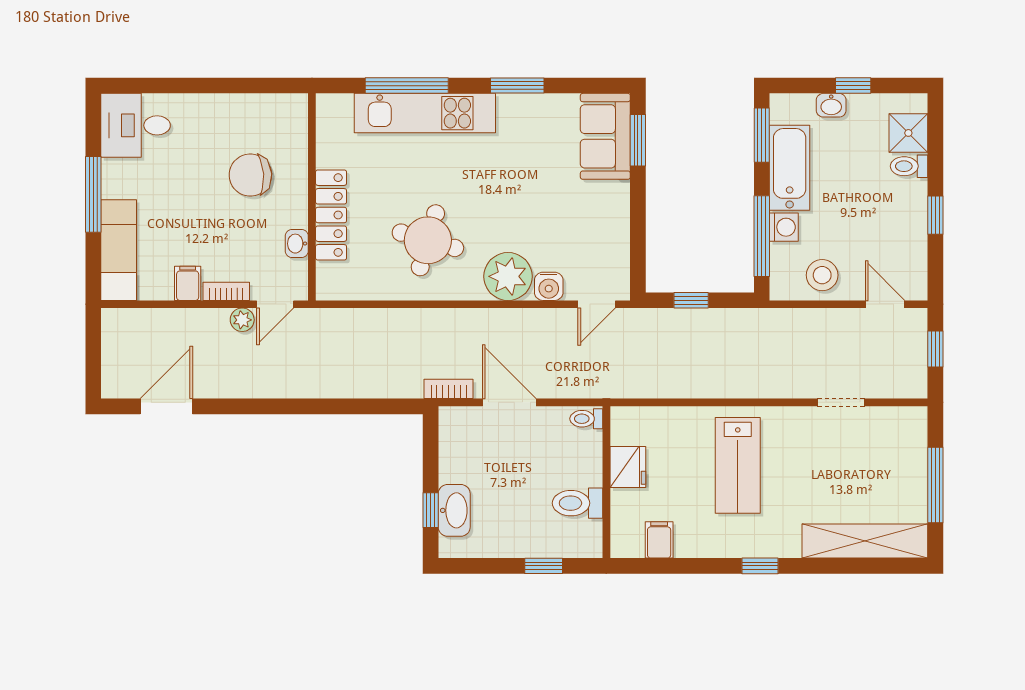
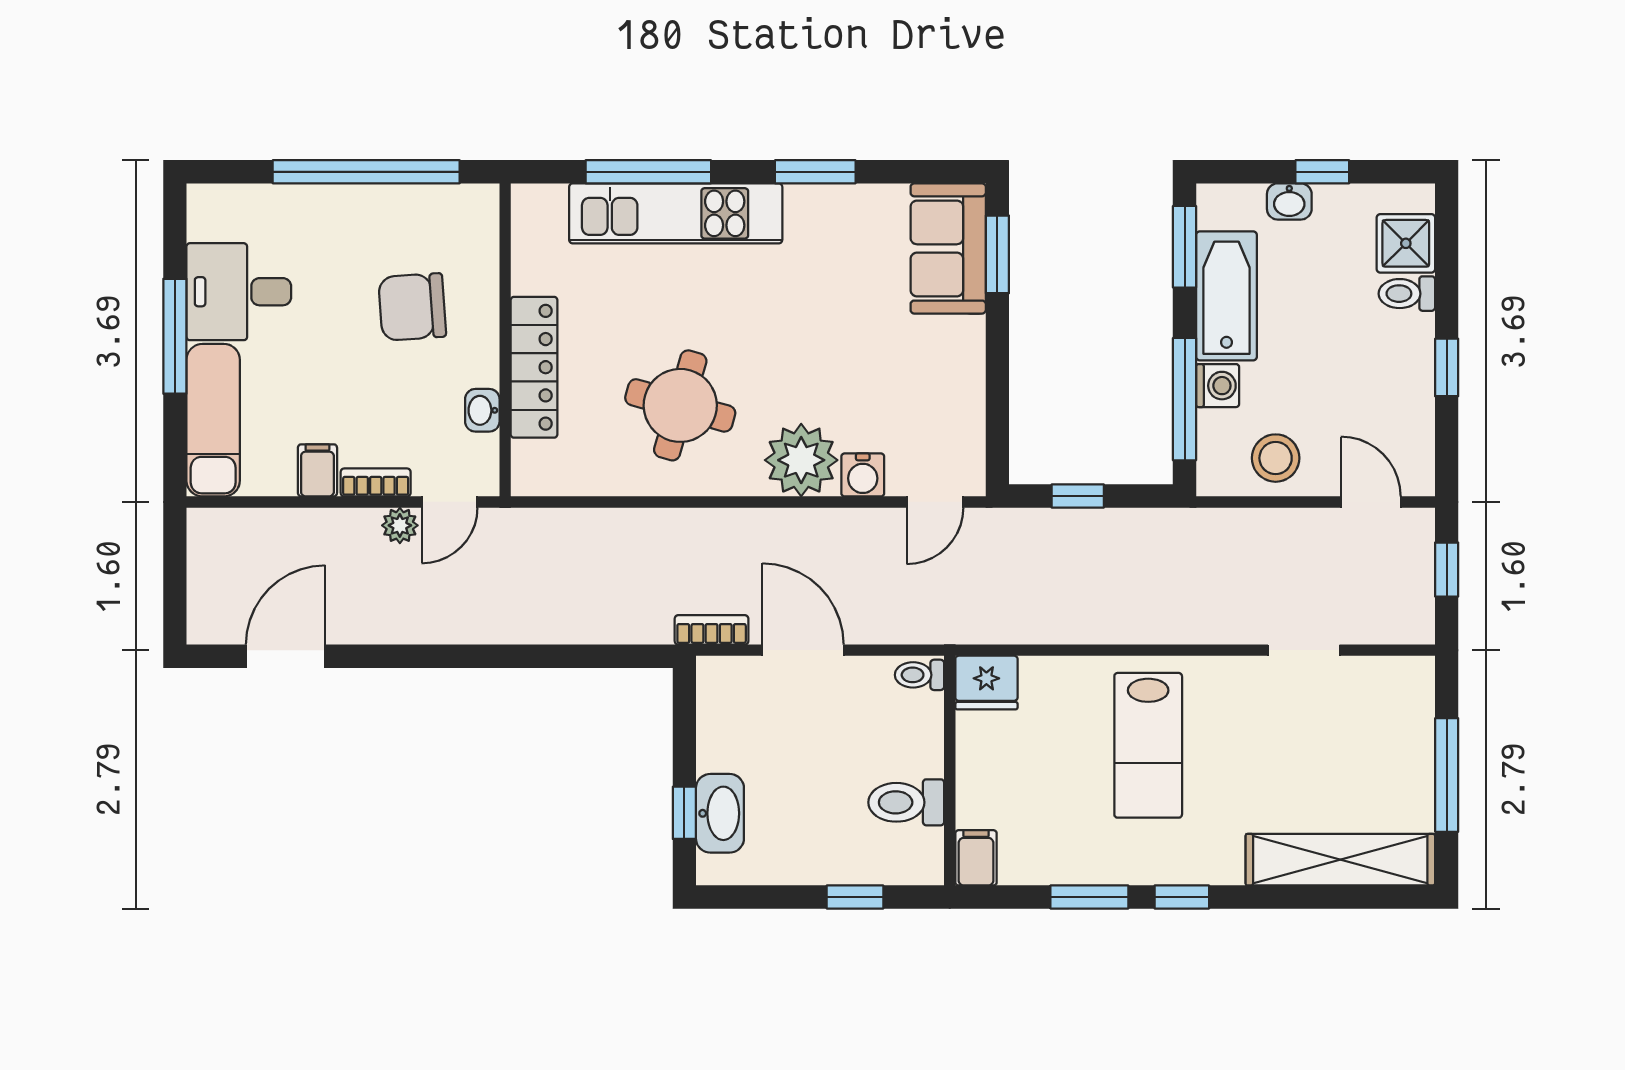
window: (220, 86) -> (366, 172), added
desk: (136, 125) -> (239, 292), moved
fridge: (628, 467) -> (986, 683), moved, turned 90
filing cabinet: (659, 540) -> (976, 858), moved
window: (699, 566) -> (1089, 897), added

